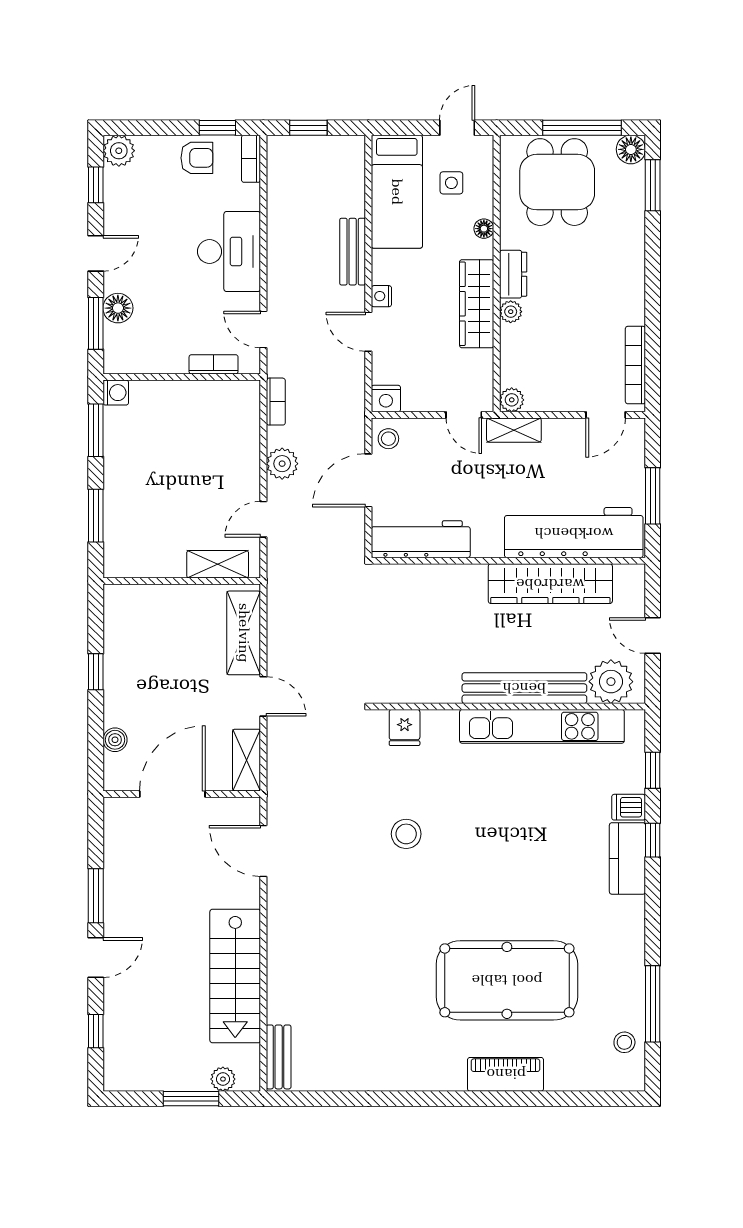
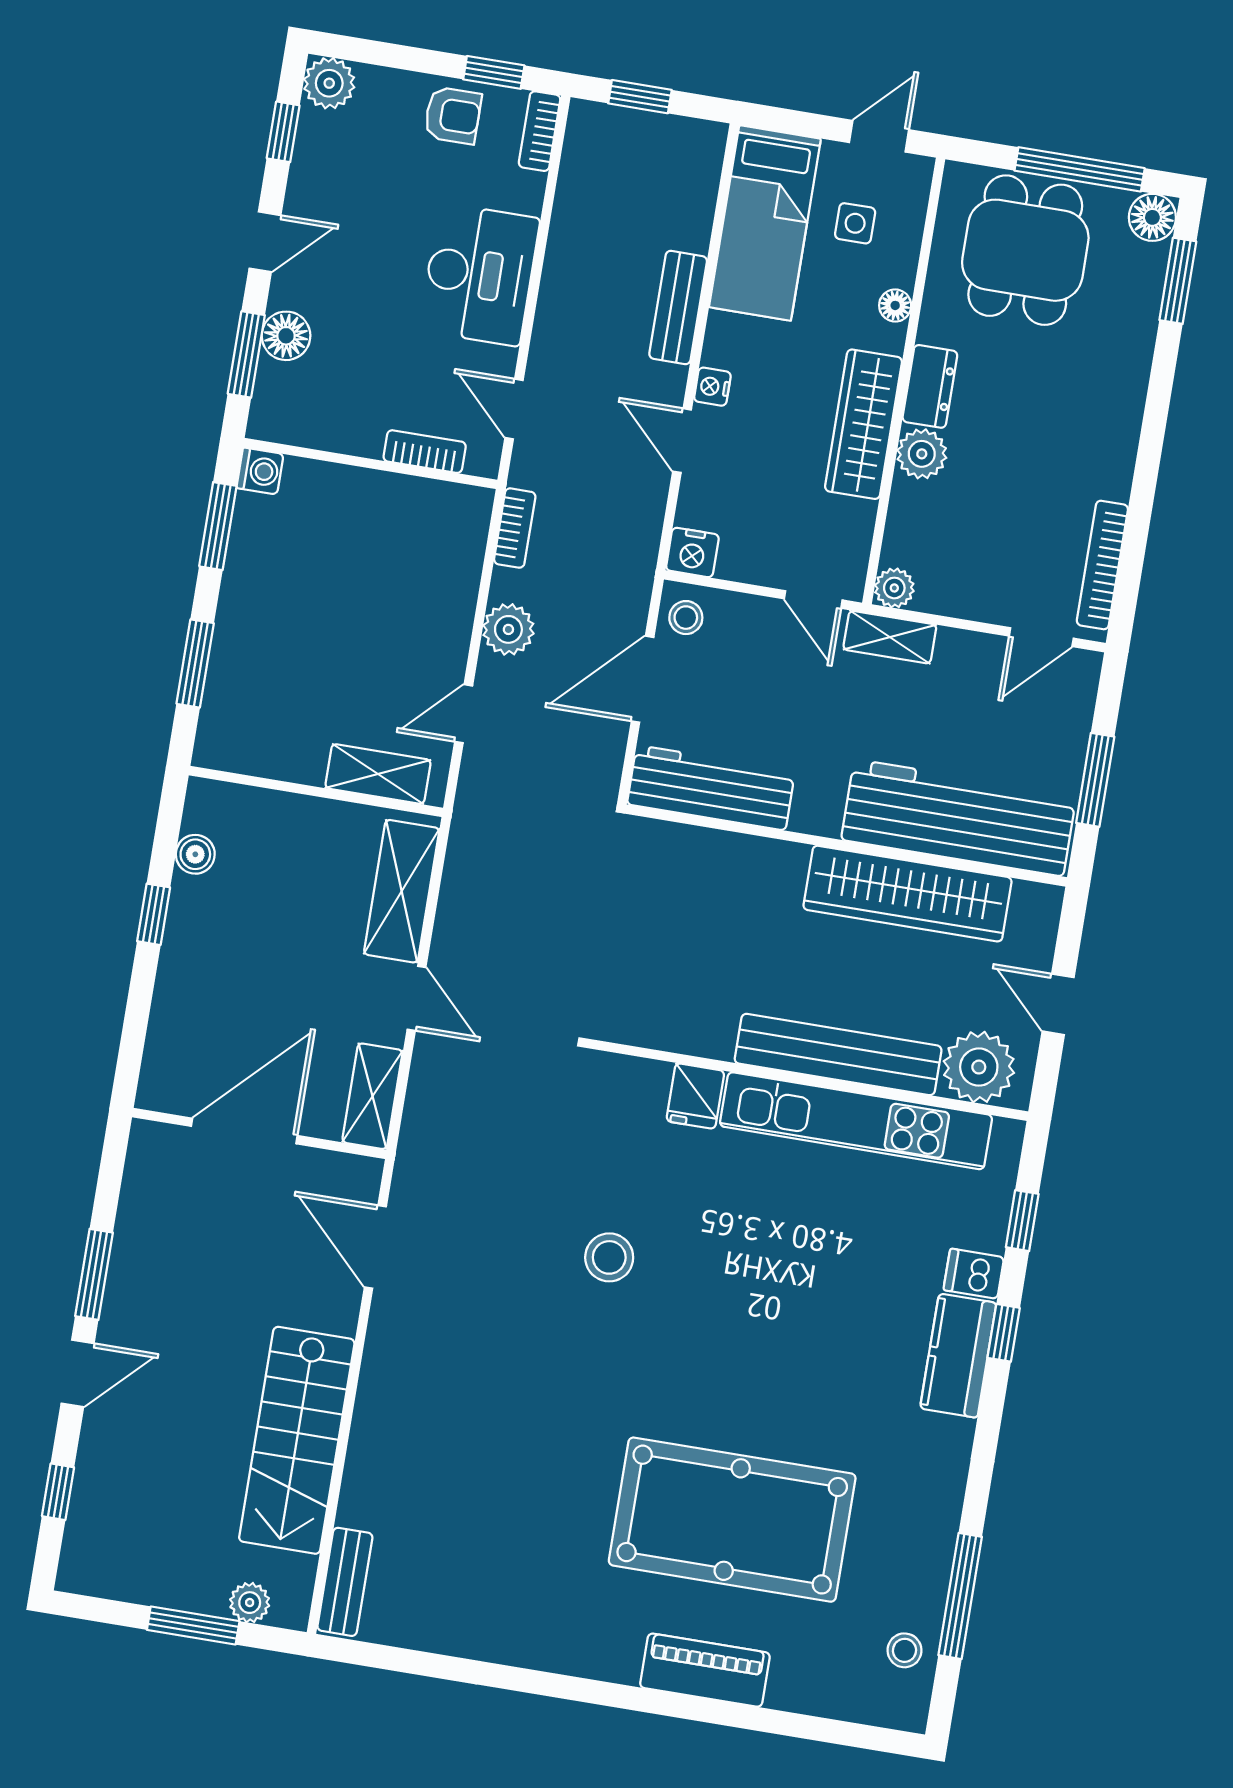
plant: (511, 312) -> (922, 454), width x1.38, depth x1.38
fridge: (405, 728) -> (695, 1096), moved
boiler: (115, 740) -> (195, 854), moved

